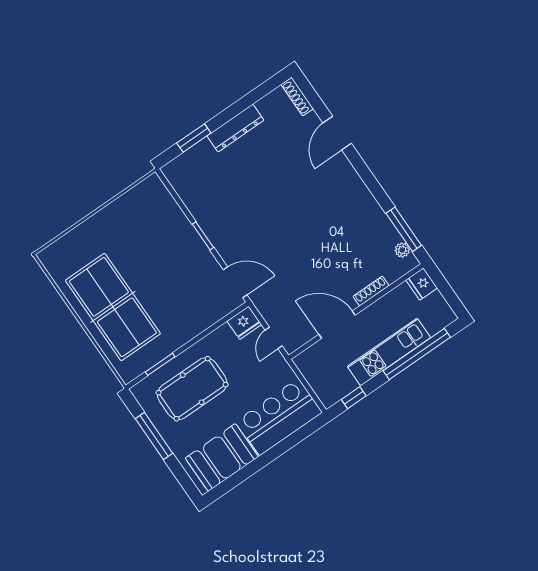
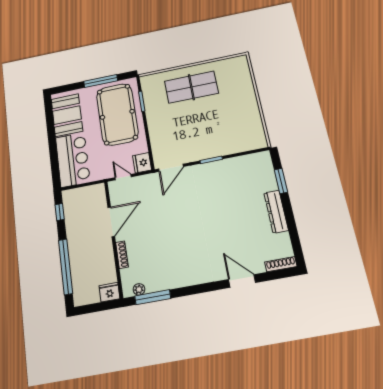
table tennis table: (113, 307) -> (191, 87), width x0.73, depth x0.76
kitchen unit: (389, 352) -> (76, 248), removed
pool table: (192, 389) -> (117, 114), width x1.36, depth x1.32

